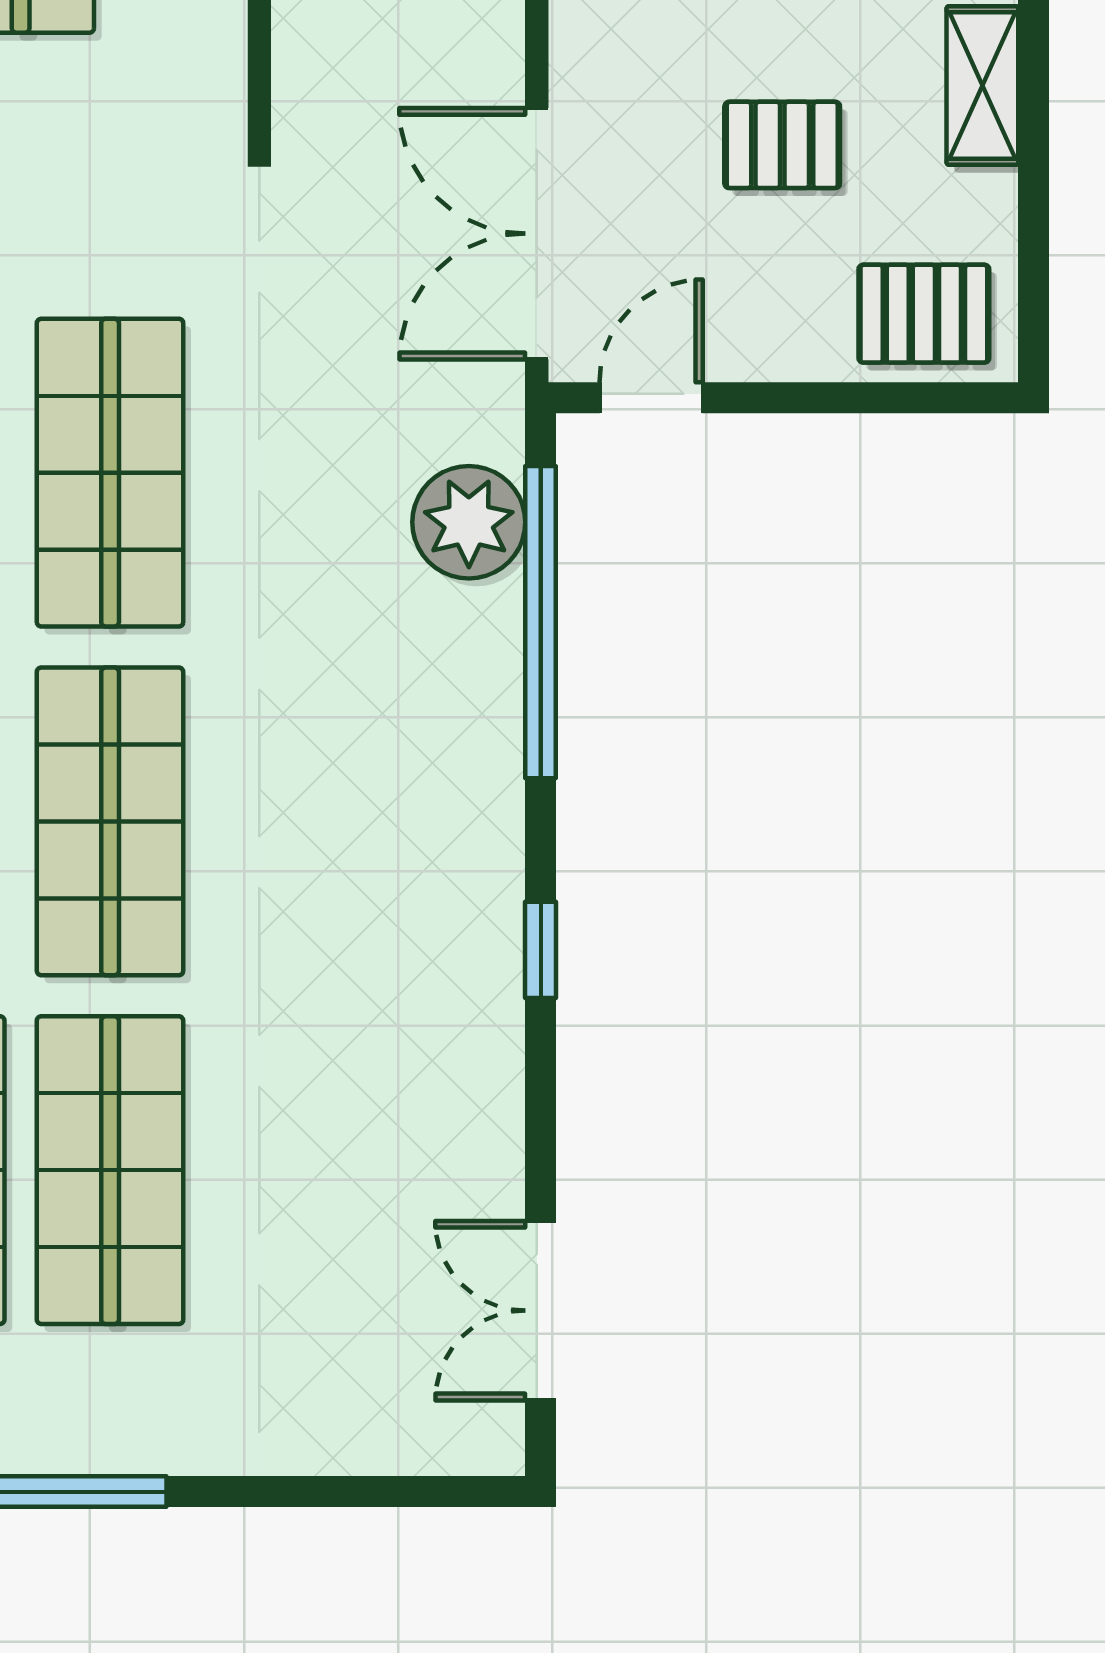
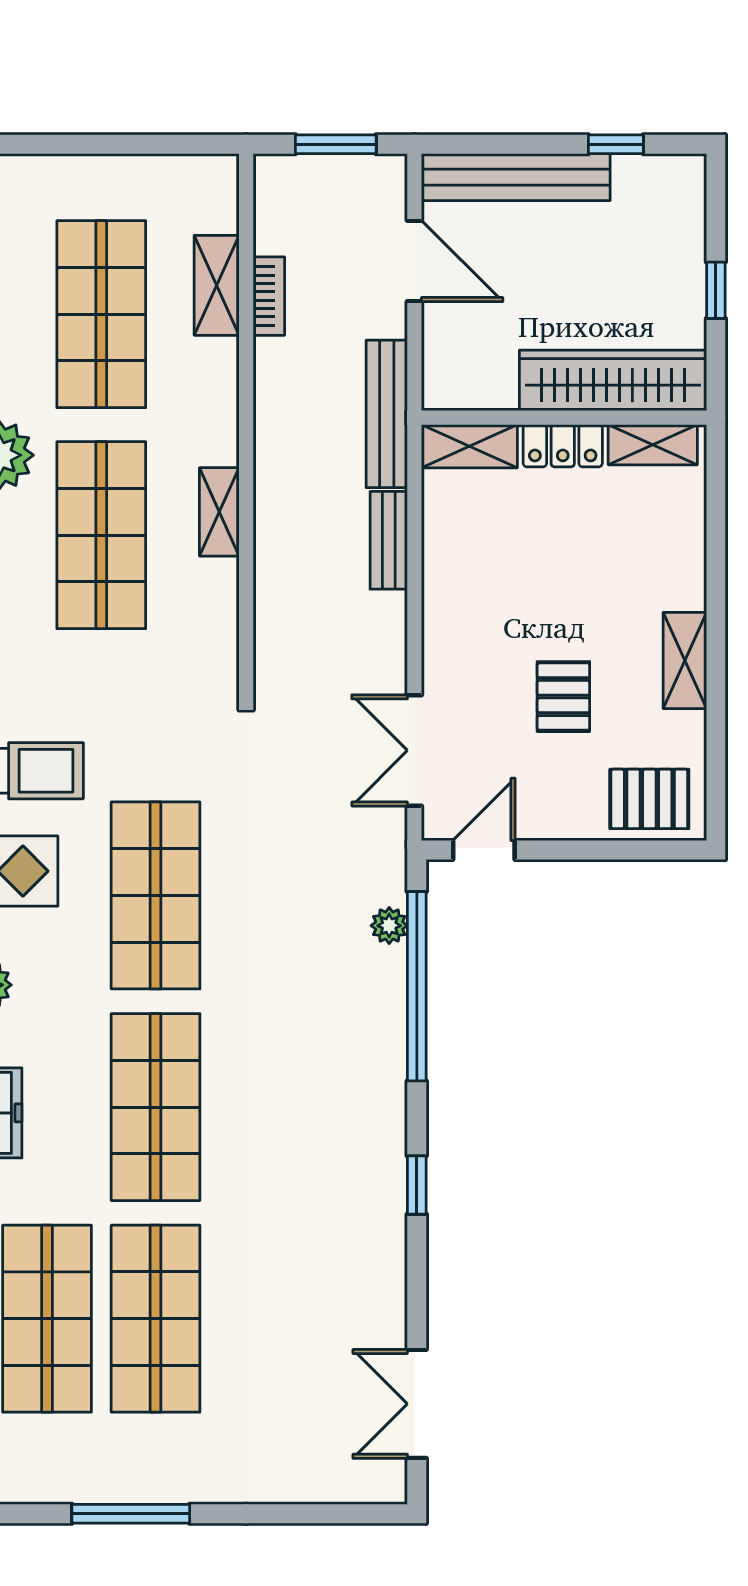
pallet: (782, 145) -> (563, 697), turned 90
double door: (537, 234) -> (414, 750), width x0.73
plant: (469, 522) -> (389, 926), width x0.53, depth x0.53

